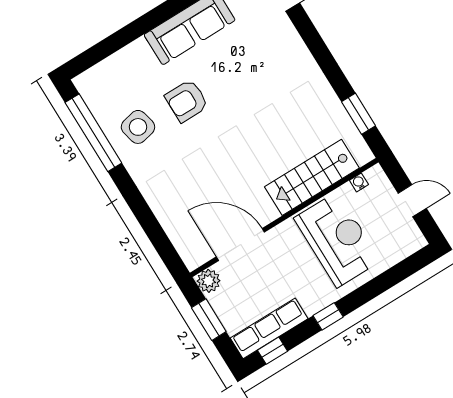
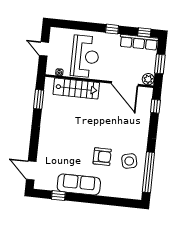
reception desk: (337, 240) -> (85, 56), turned 180
window: (164, 247) -> (155, 106), added

